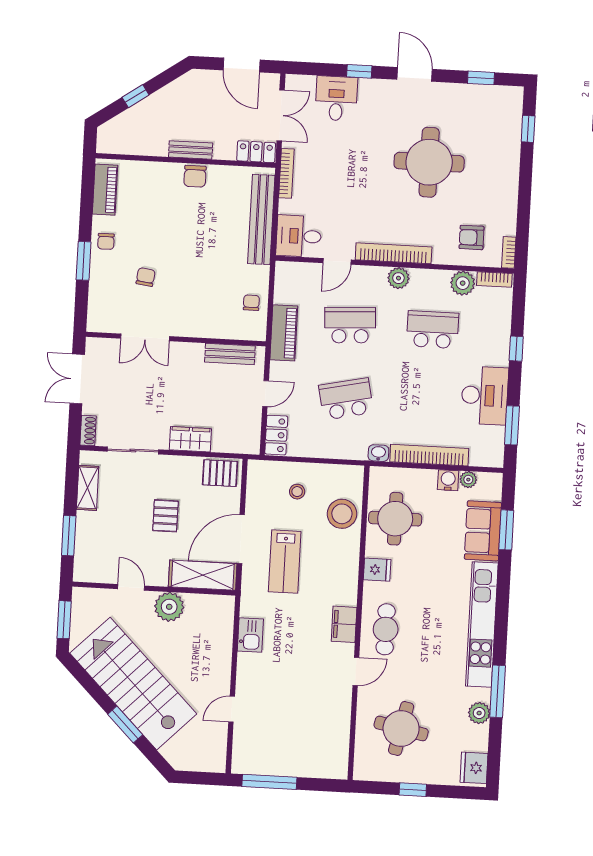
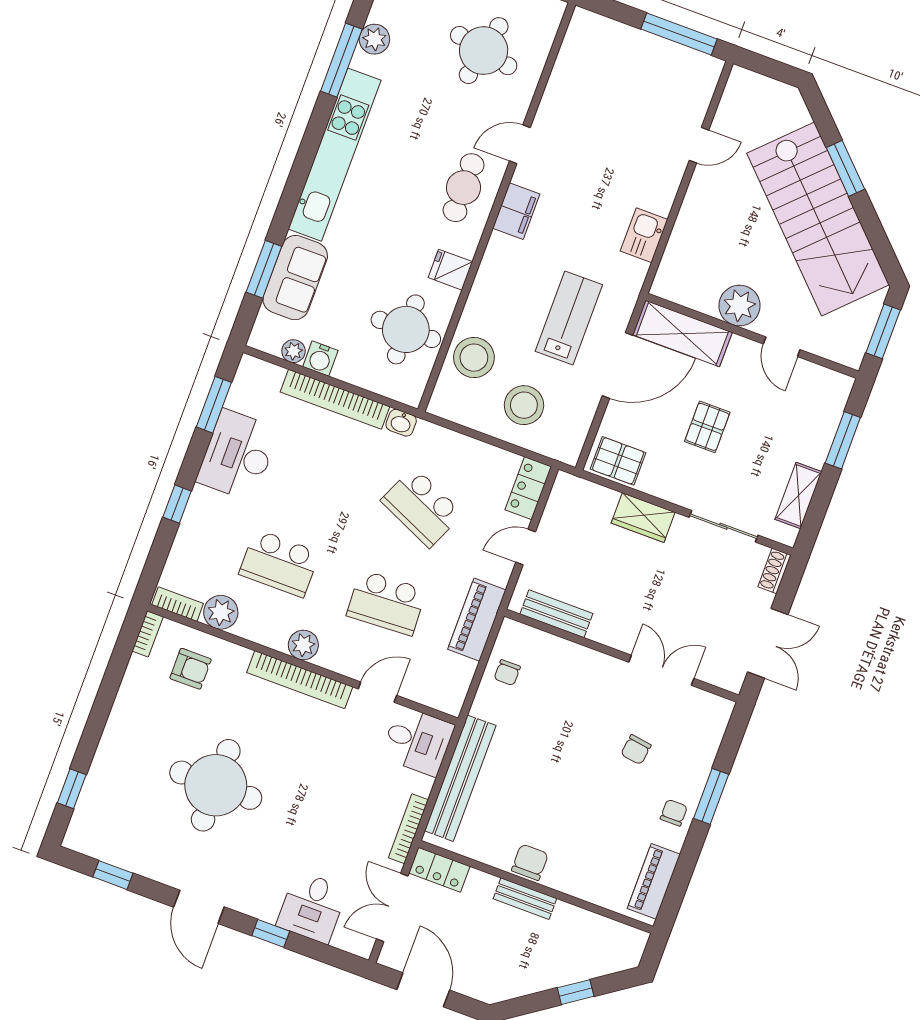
school desk: (346, 399) -> (422, 507), turned 36
stool: (297, 492) -> (524, 405), width x1.89, depth x1.89

